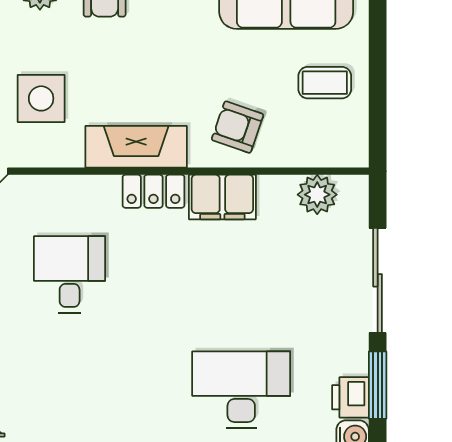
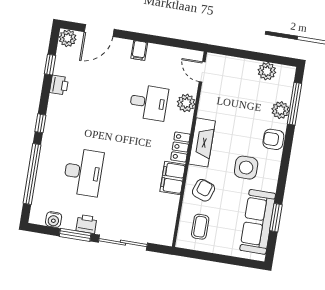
coffee table: (325, 83) -> (200, 227), moved
side table: (41, 98) -> (246, 168), moved
plant: (317, 195) -> (186, 103), moved
printer: (350, 397) -> (86, 224), moved

